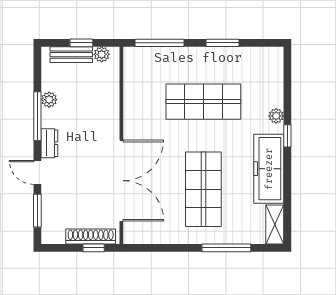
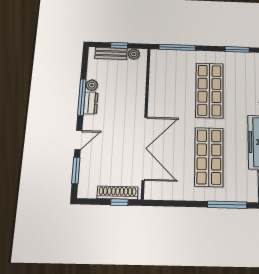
window: (223, 43) -> (237, 49), moved
shop shelf: (203, 102) -> (209, 90), turned 90
dresser: (49, 143) -> (91, 103), moved
door: (37, 172) -> (78, 140), swing flipped

